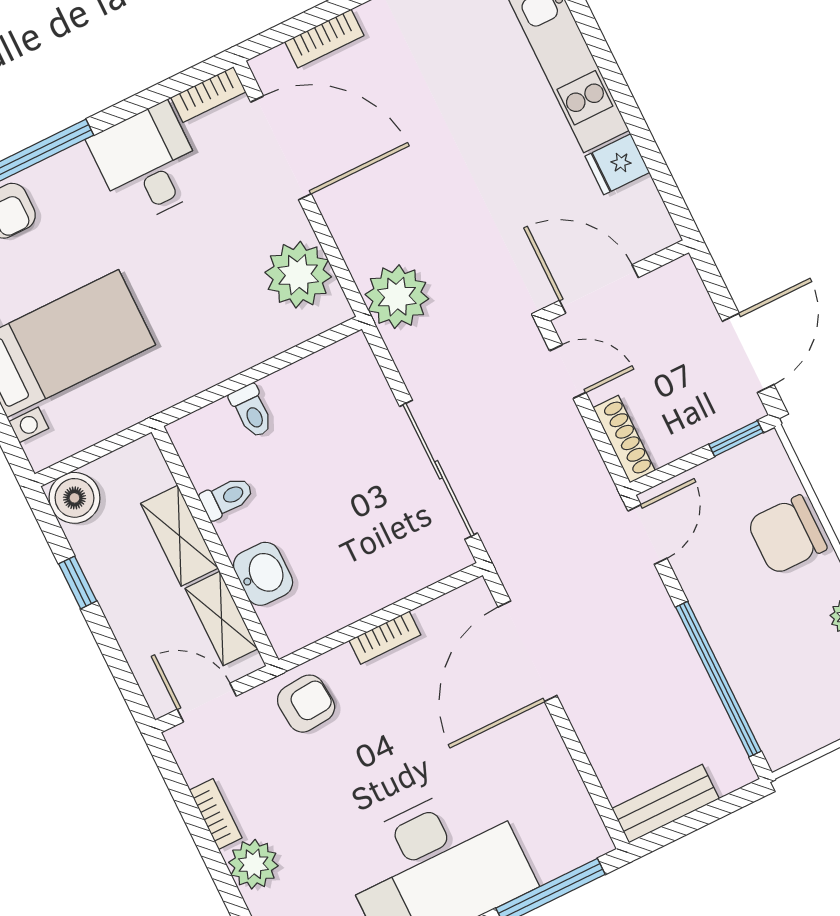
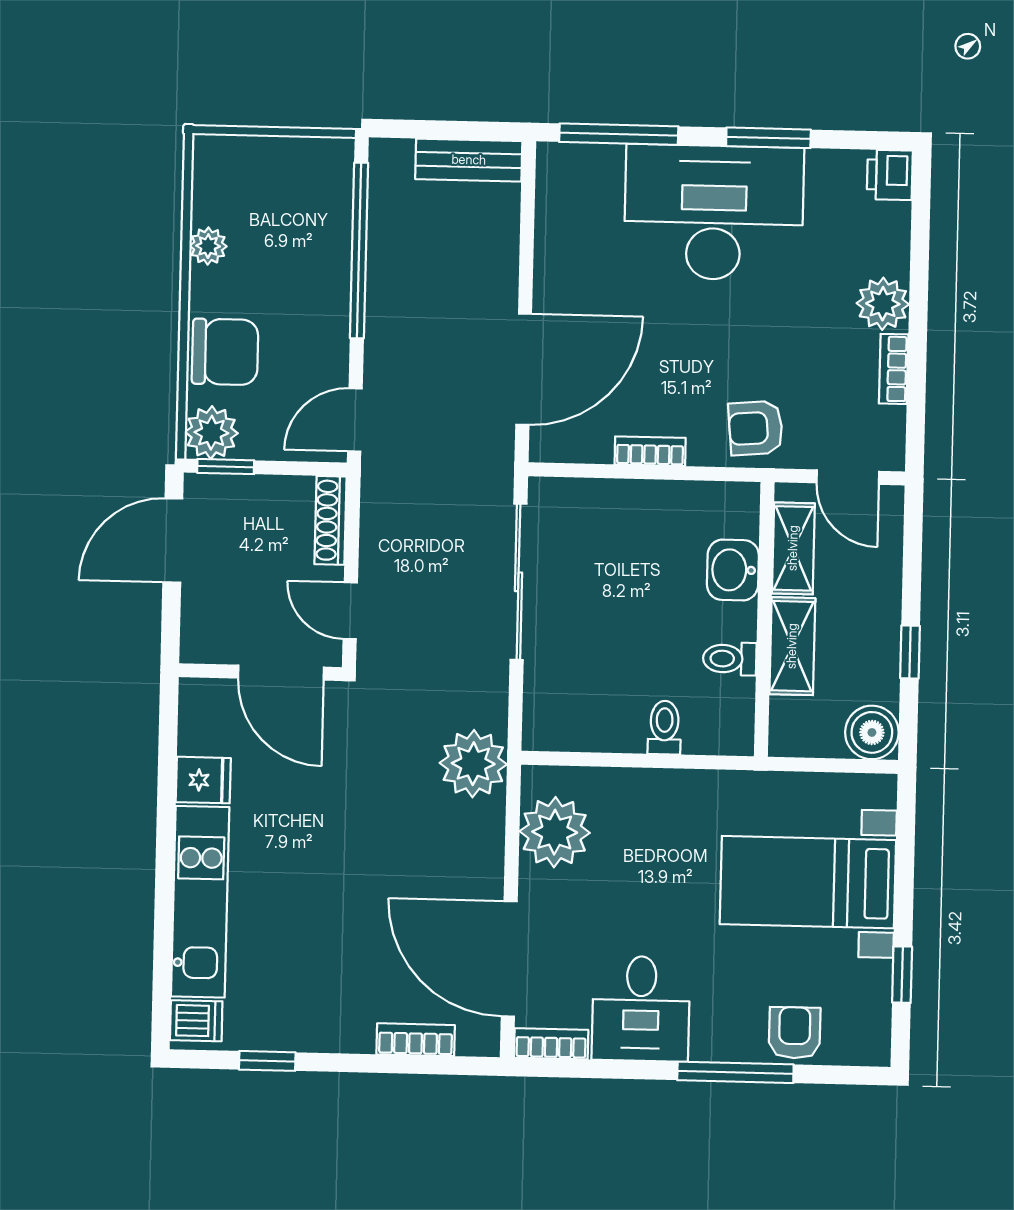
plant: (763, 461) -> (211, 433), added

